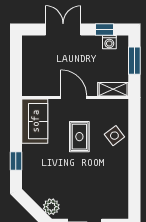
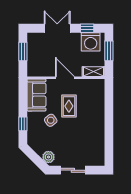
washing machine: (109, 42) -> (91, 42), width x1.89, depth x1.89
window: (16, 61) -> (23, 51), added
side table: (114, 136) -> (51, 120), moved

